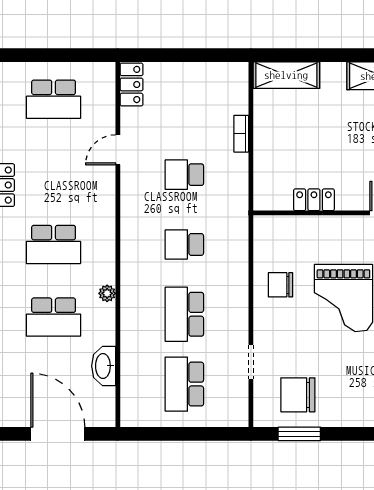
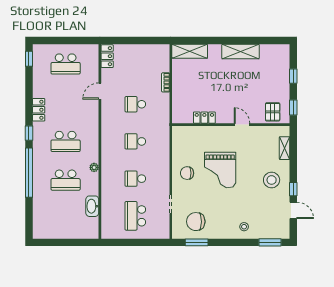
chair: (281, 285) -> (187, 173), moved
school desk: (184, 314) -> (135, 179), width x0.54
door: (58, 434) -> (68, 242), removed

